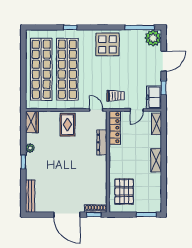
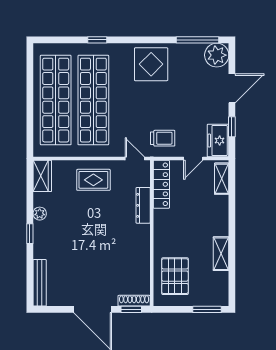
rug: (67, 125) -> (93, 180), turned 90
shelving: (156, 160) -> (221, 254), moved

